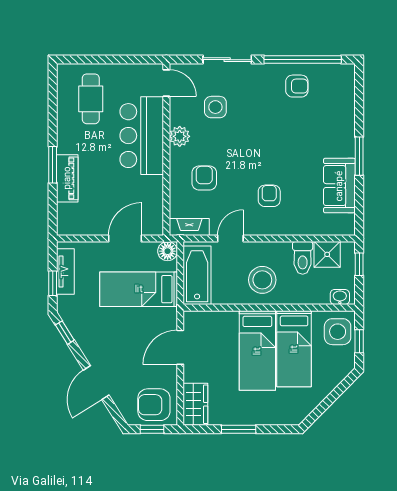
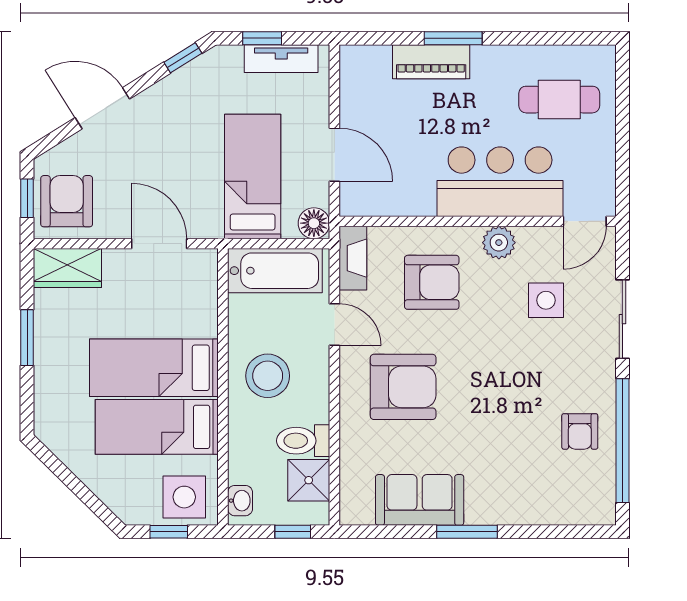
armchair: (204, 178) -> (432, 282), width x1.38, depth x1.38
armchair: (269, 196) -> (403, 387), width x1.88, depth x1.88

